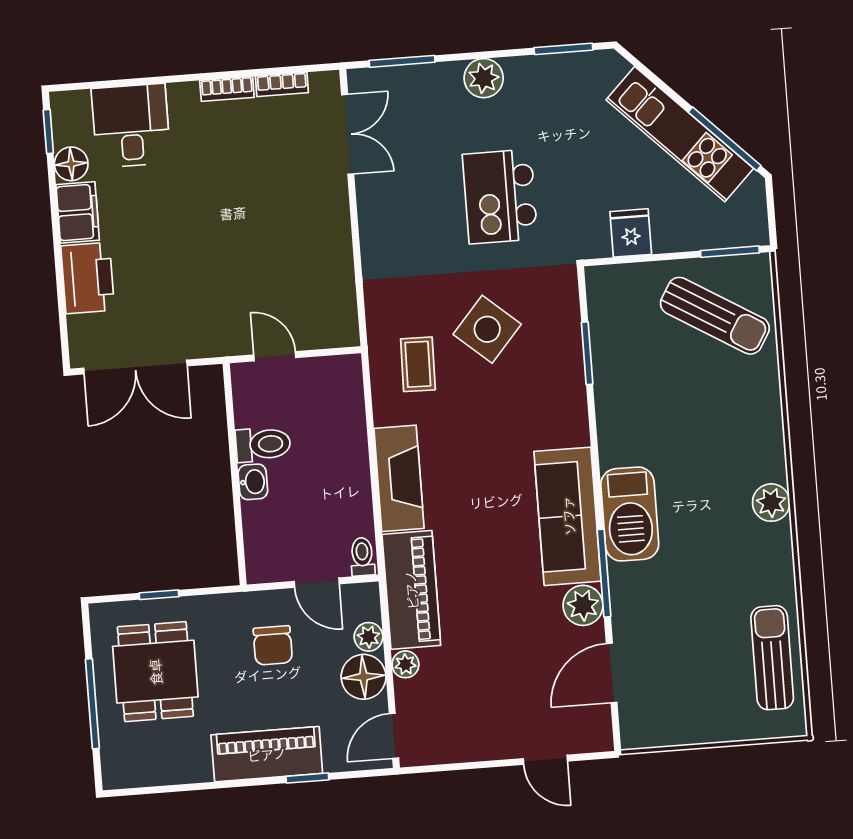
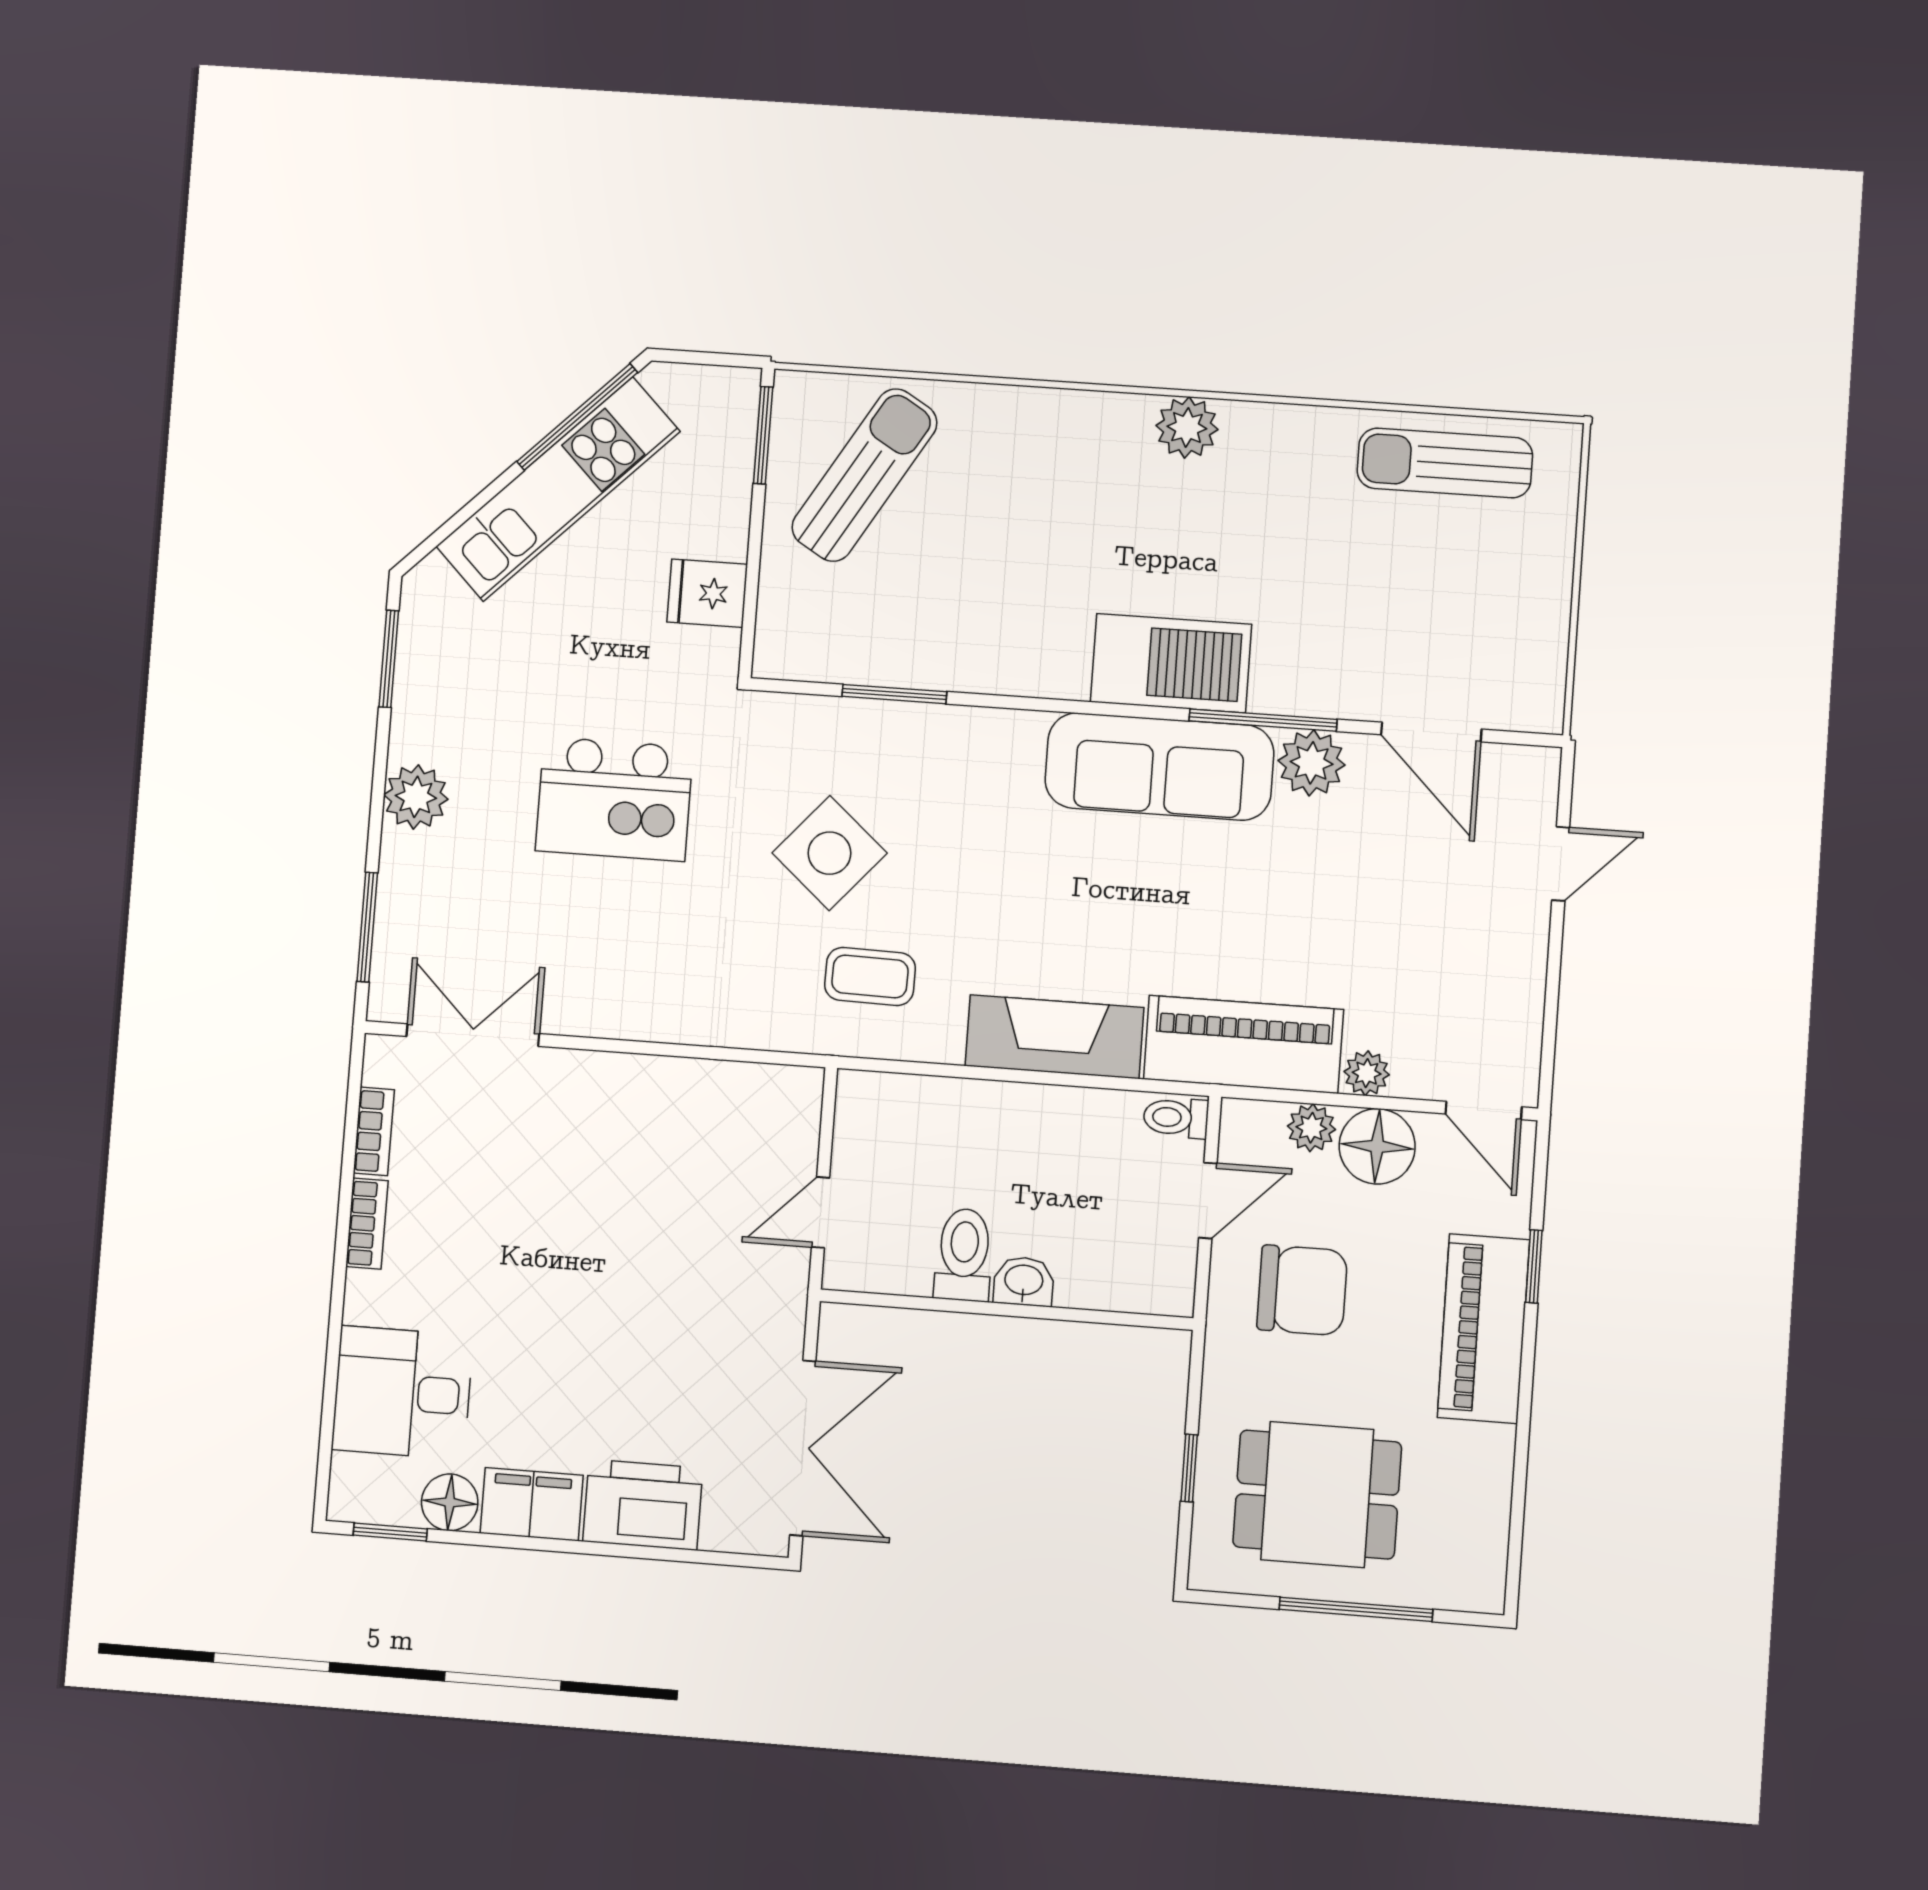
chair: (273, 645) -> (1302, 1290), width x1.37, depth x1.37

